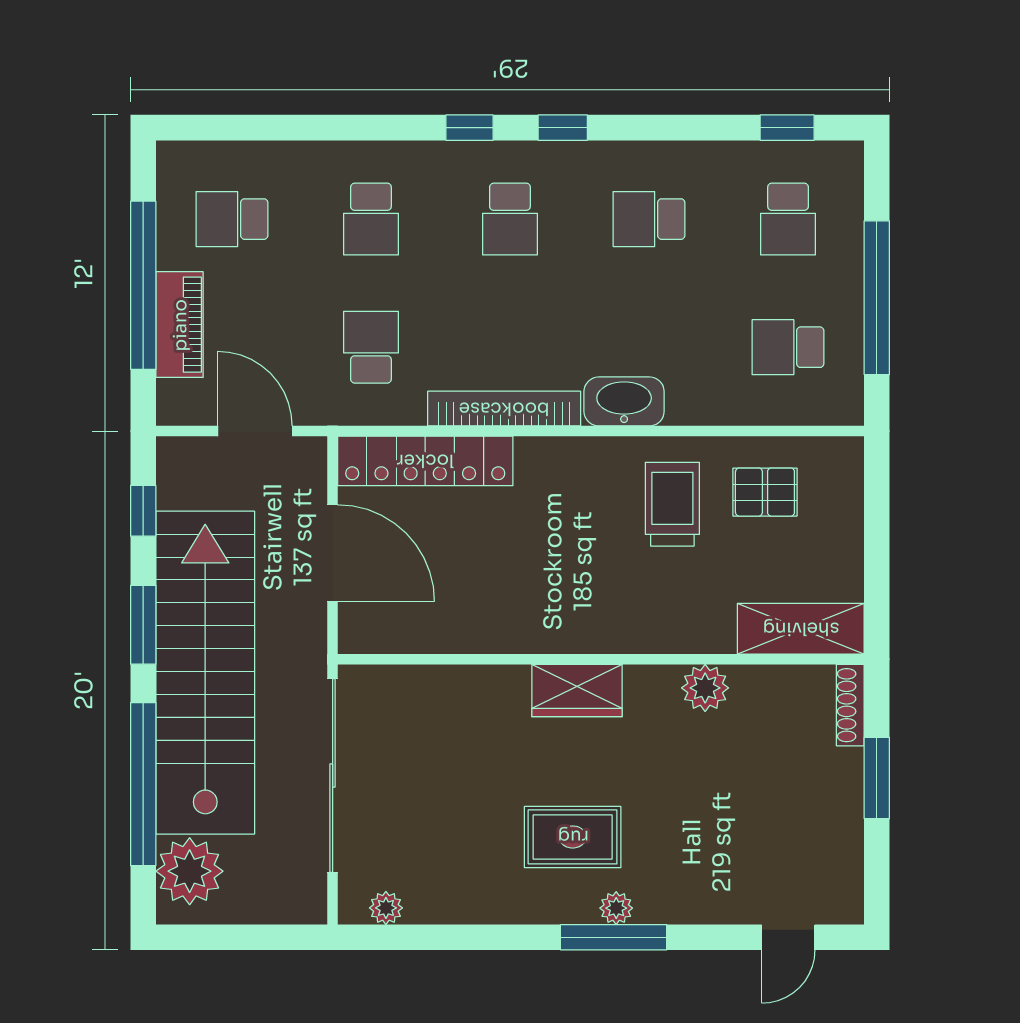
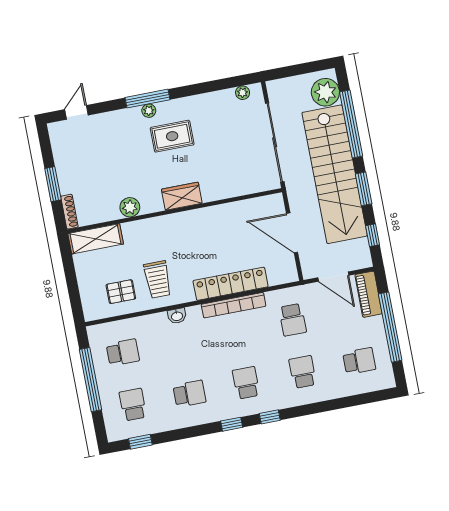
piano: (180, 325) -> (369, 294), moved
washbasin: (624, 401) -> (177, 316), width x0.52, depth x0.69
locker: (425, 461) -> (231, 284), moved

